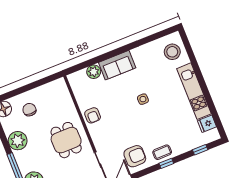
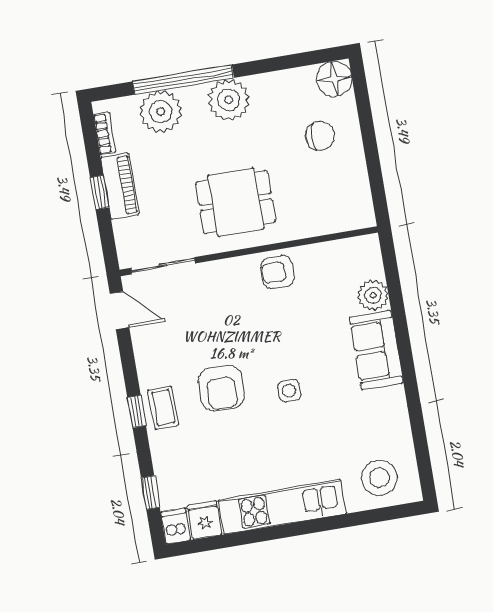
dishwasher: (212, 136) -> (176, 526), added
plant: (18, 141) -> (229, 100), moved
armchair: (135, 156) -> (221, 388), moved

